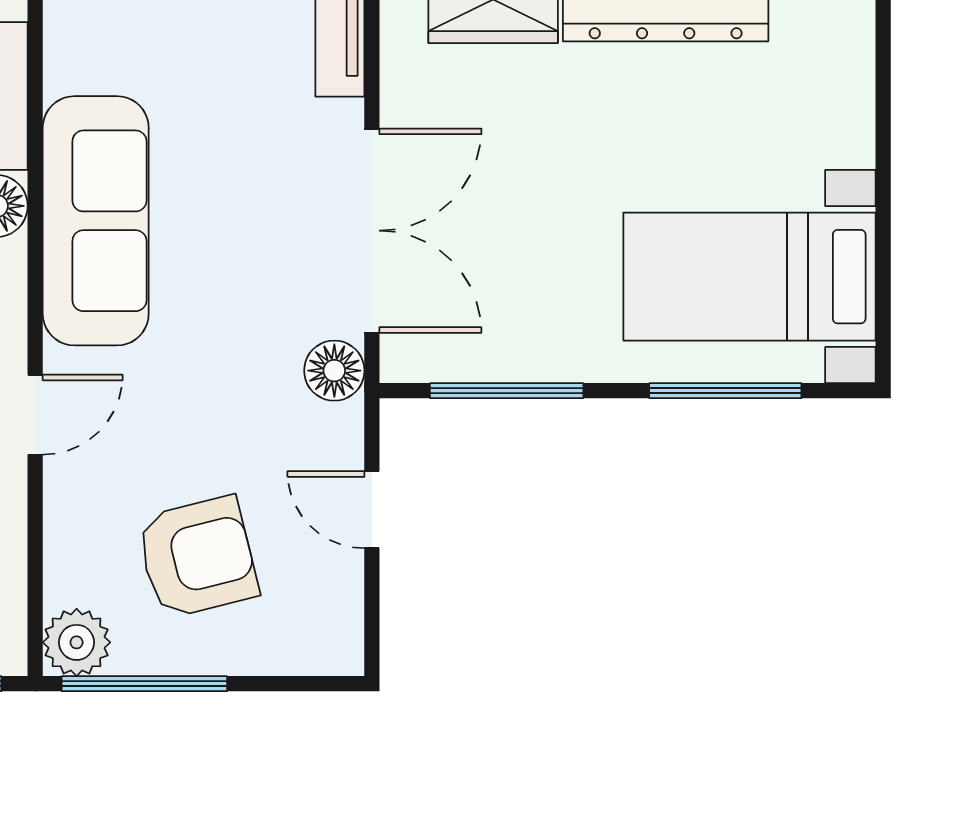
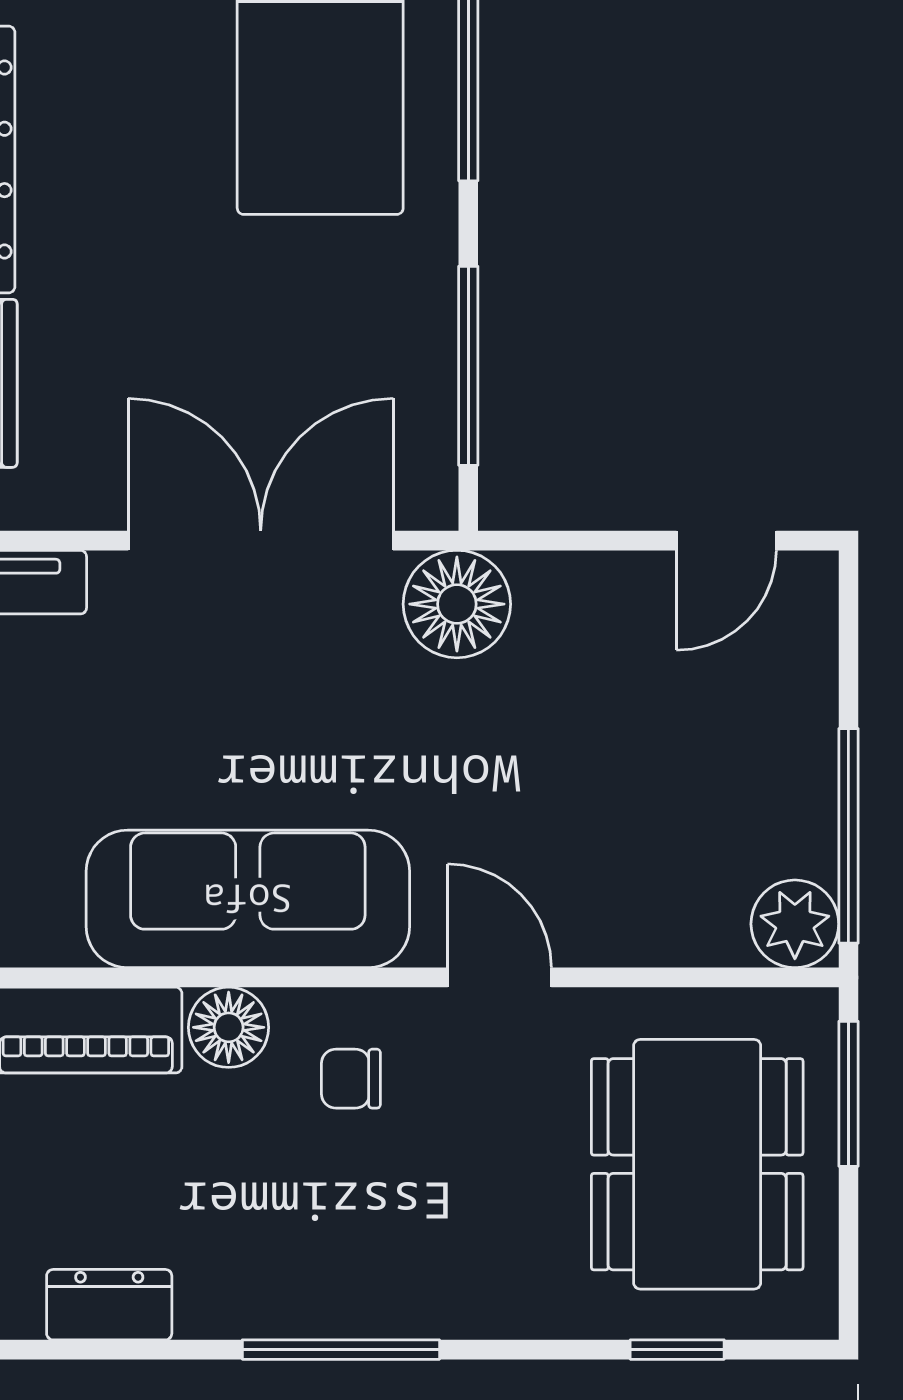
floor lamp: (334, 371) -> (457, 604), width x1.38, depth x1.38
door: (372, 510) -> (726, 541), moved
armchair: (197, 557) -> (684, 767), removed

